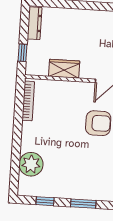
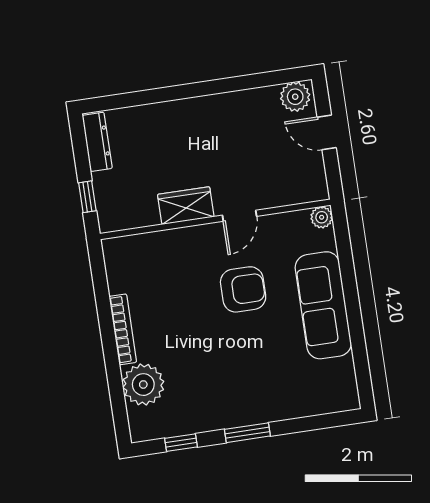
wardrobe: (64, 69) -> (186, 206), moved
bookcase: (28, 101) -> (123, 329), moved

